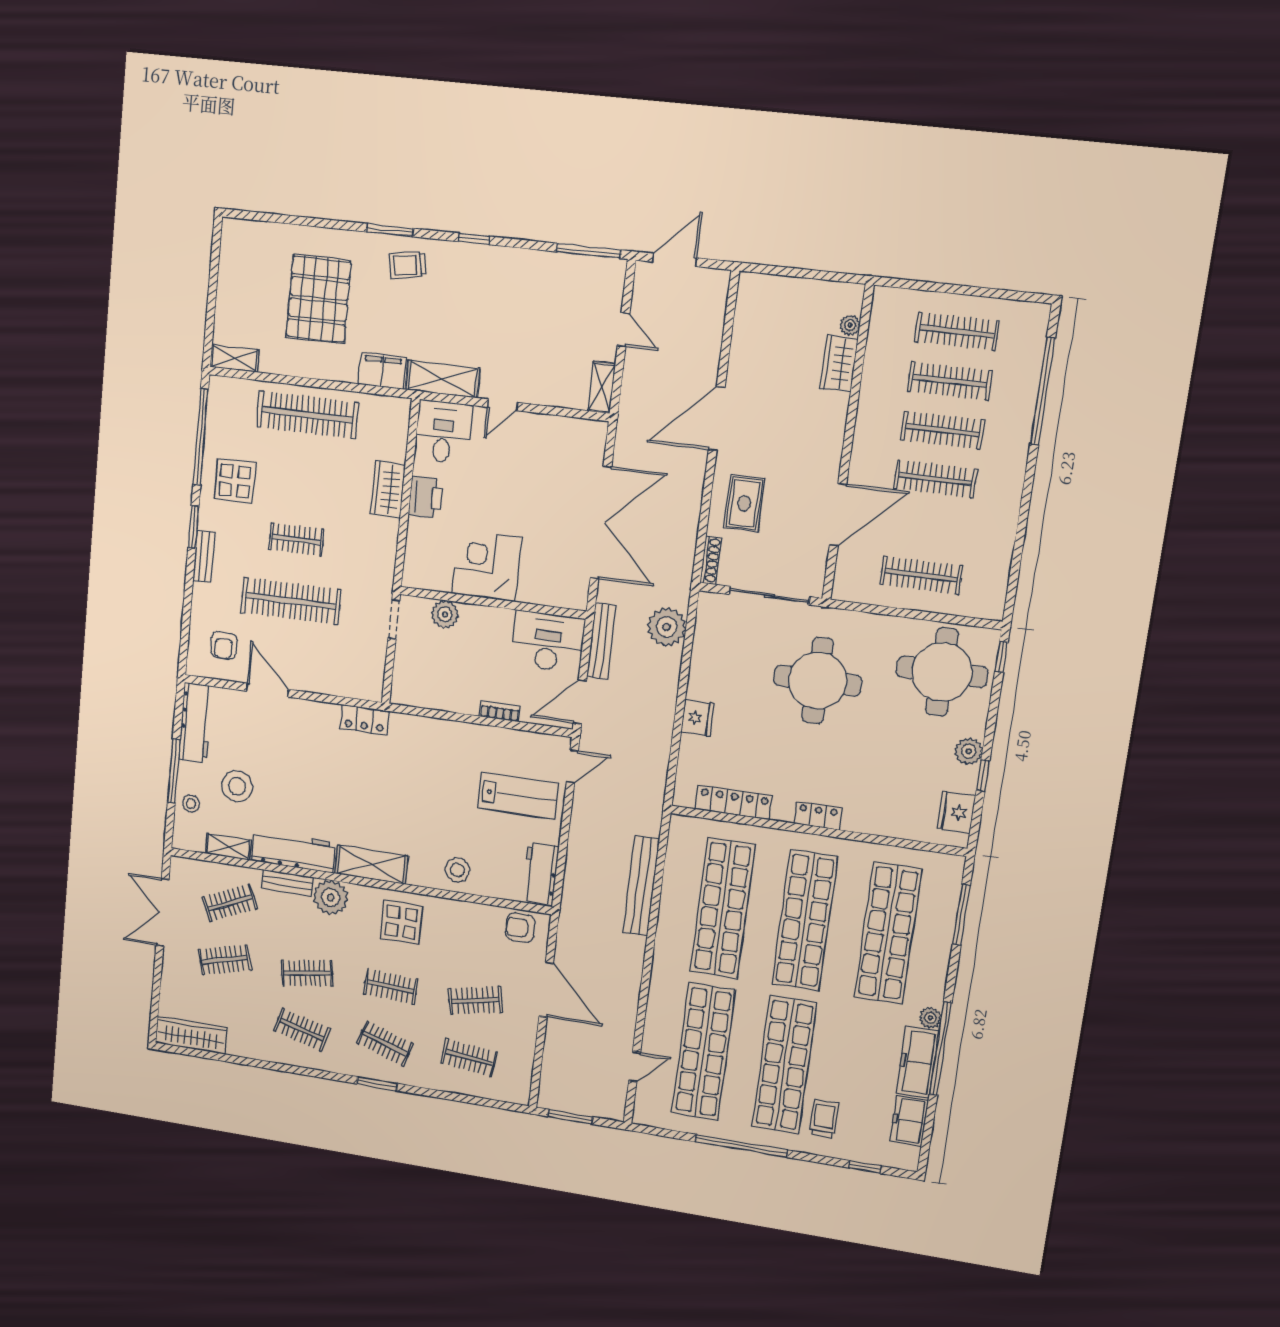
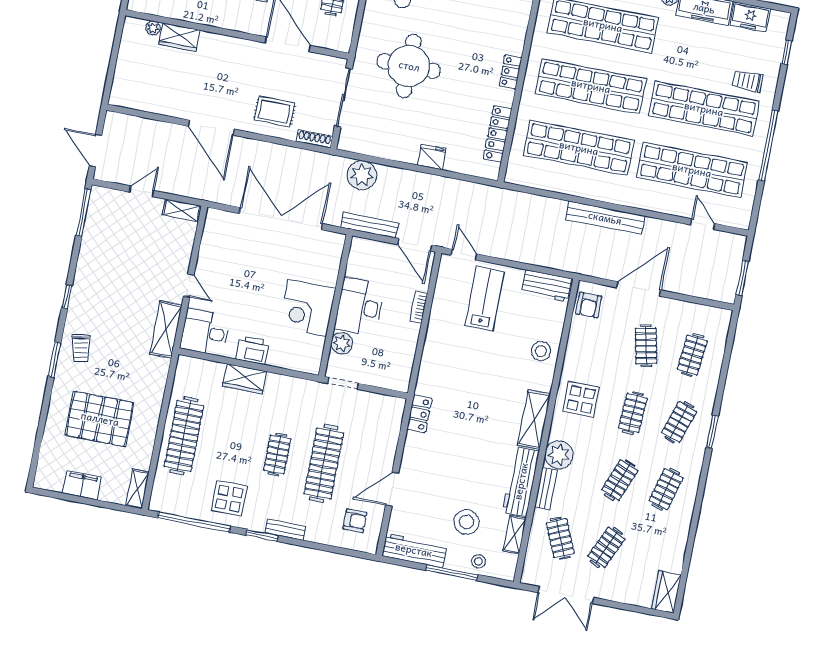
filing cabinet: (382, 371) -> (82, 485), moved, turned 90
desk: (548, 642) -> (360, 307), moved
bench: (641, 886) -> (605, 218), moved
clothes rail: (225, 960) -> (606, 547), turned 39
clothes rail: (307, 973) -> (620, 480), turned 30
wardrobe: (191, 1035) -> (666, 592), width x0.67

